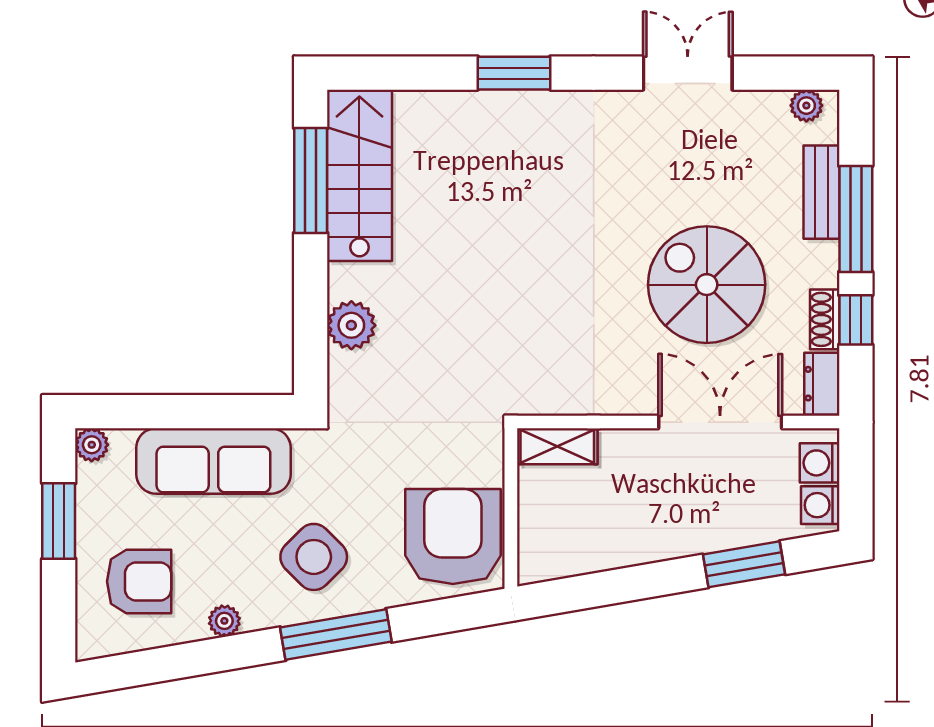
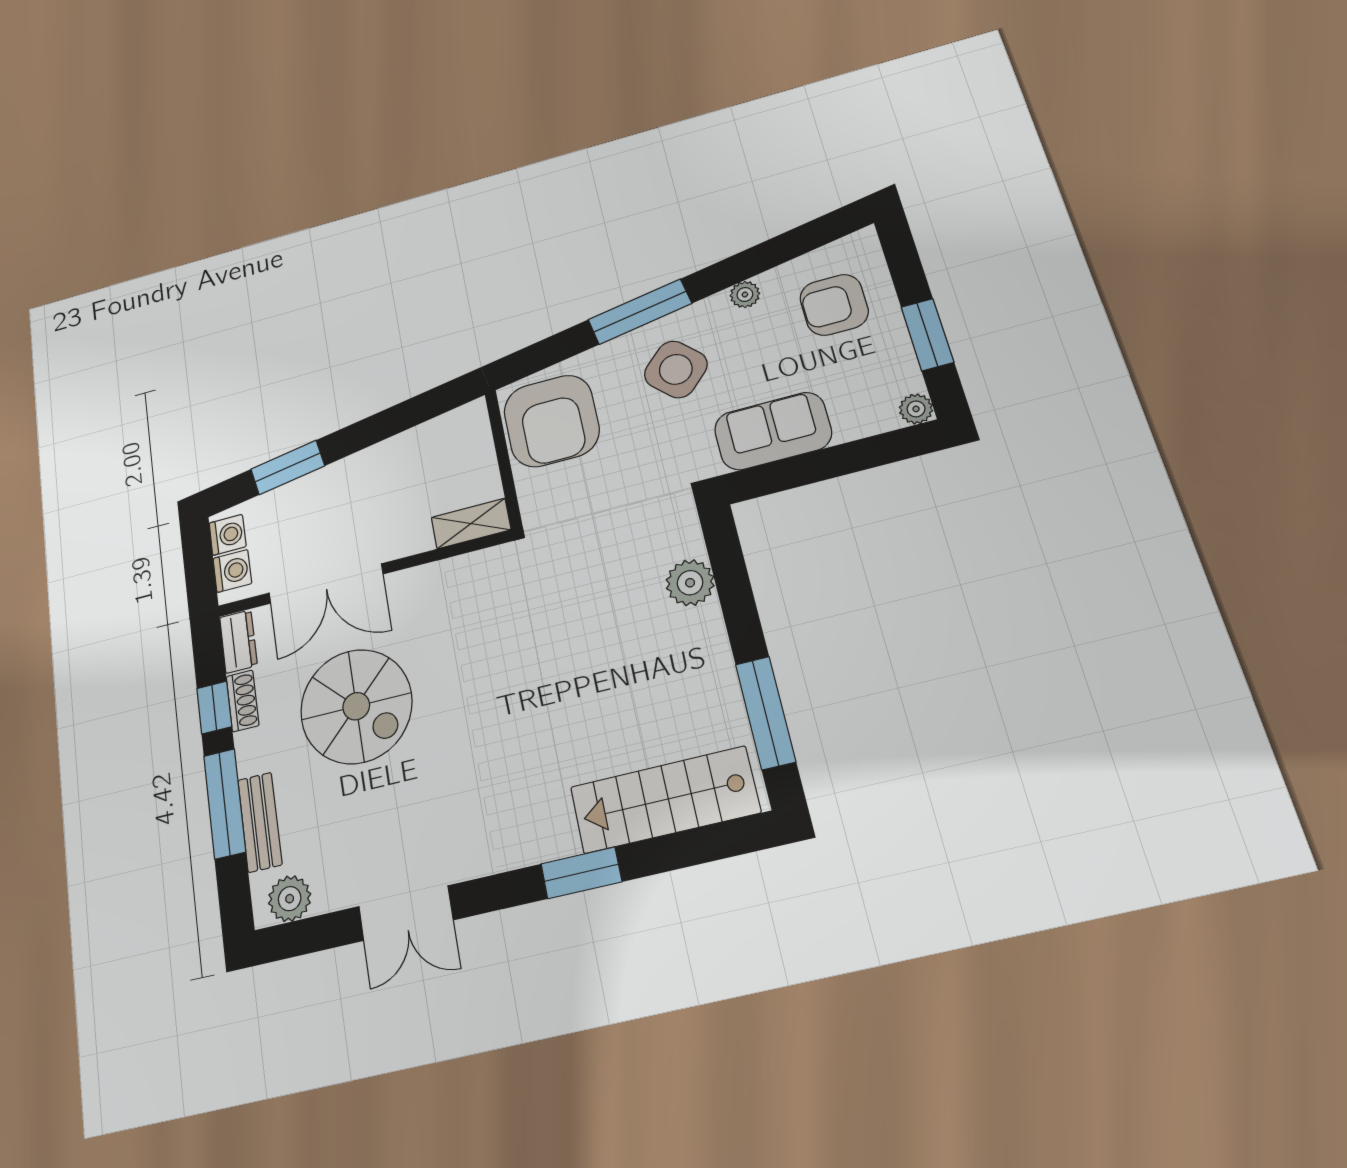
plant: (806, 106) -> (290, 899), width x1.38, depth x1.38
stairs: (359, 175) -> (665, 800), moved, turned 90
sofa: (213, 461) -> (773, 431), width x0.73

